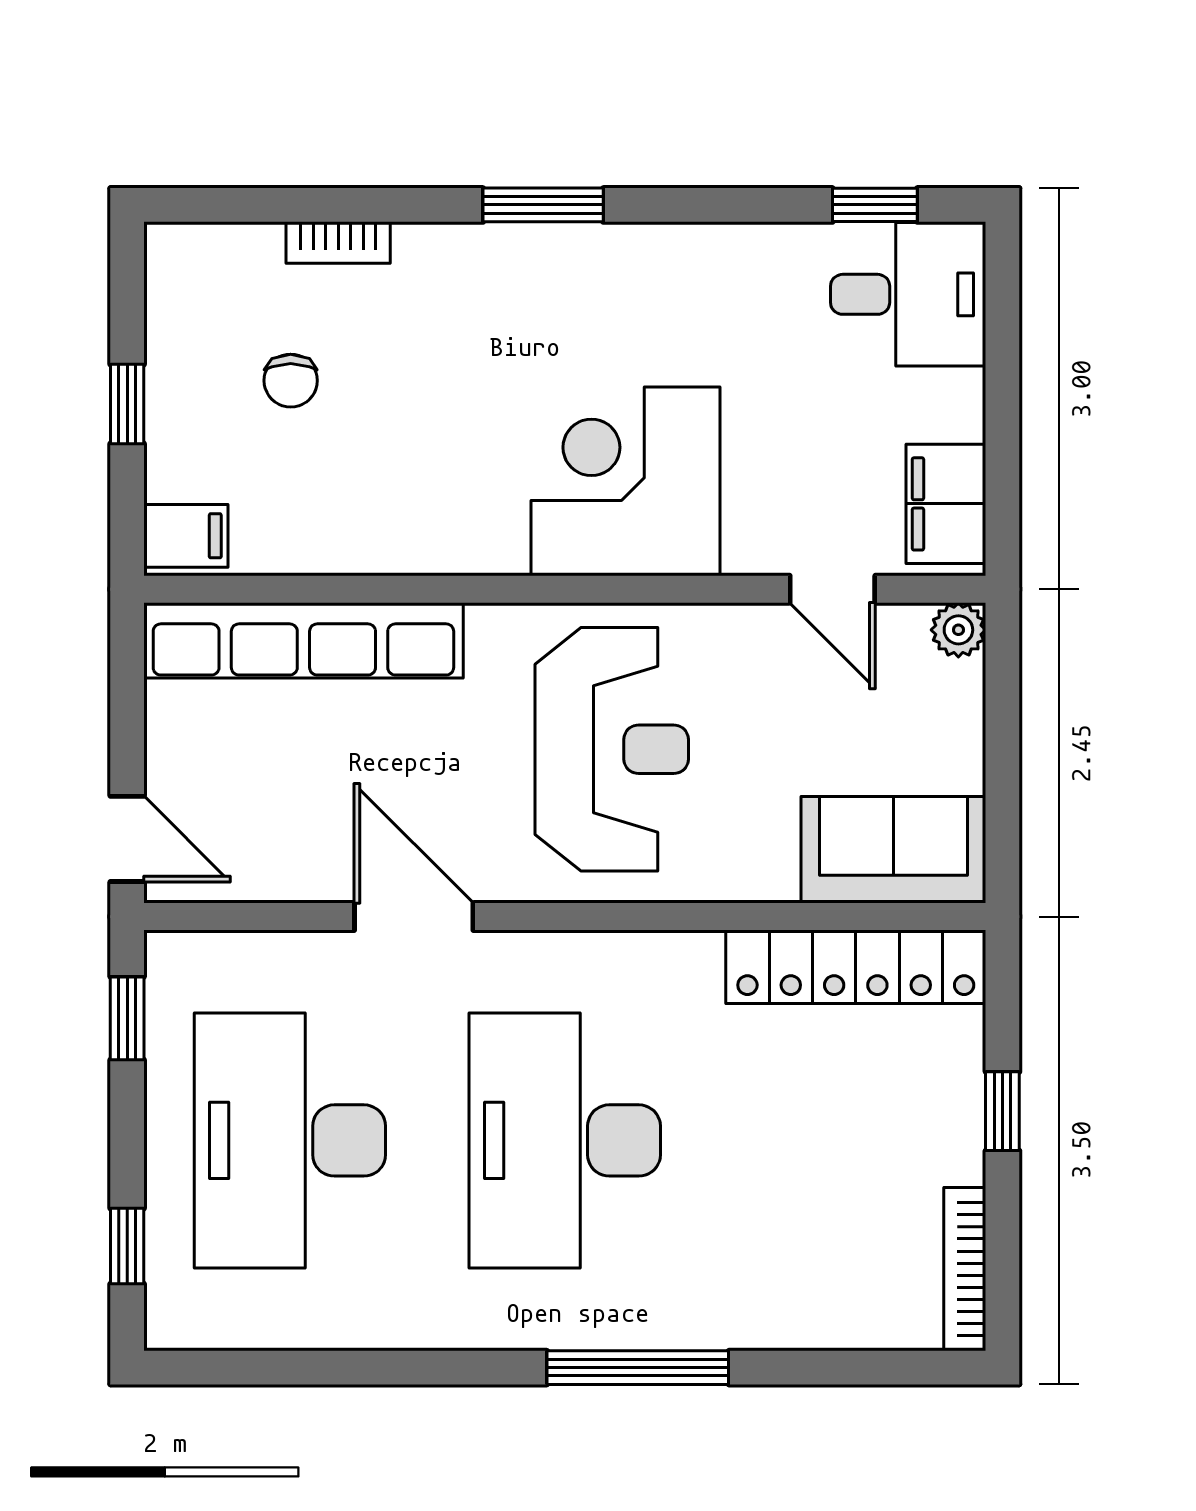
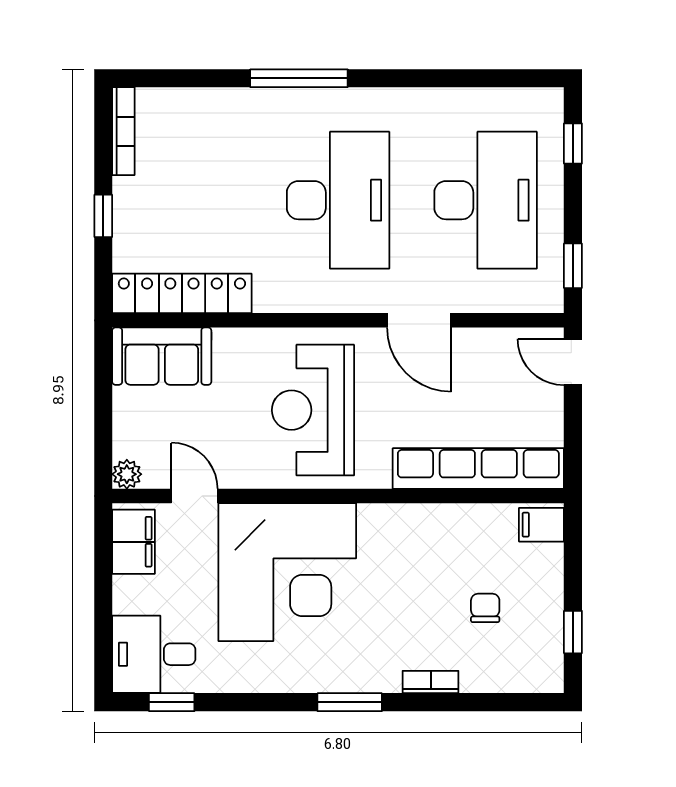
bookcase: (338, 242) -> (431, 682), moved
window: (127, 404) -> (573, 632), moved
corner desk: (625, 481) -> (287, 572), width x1.36, depth x1.36

